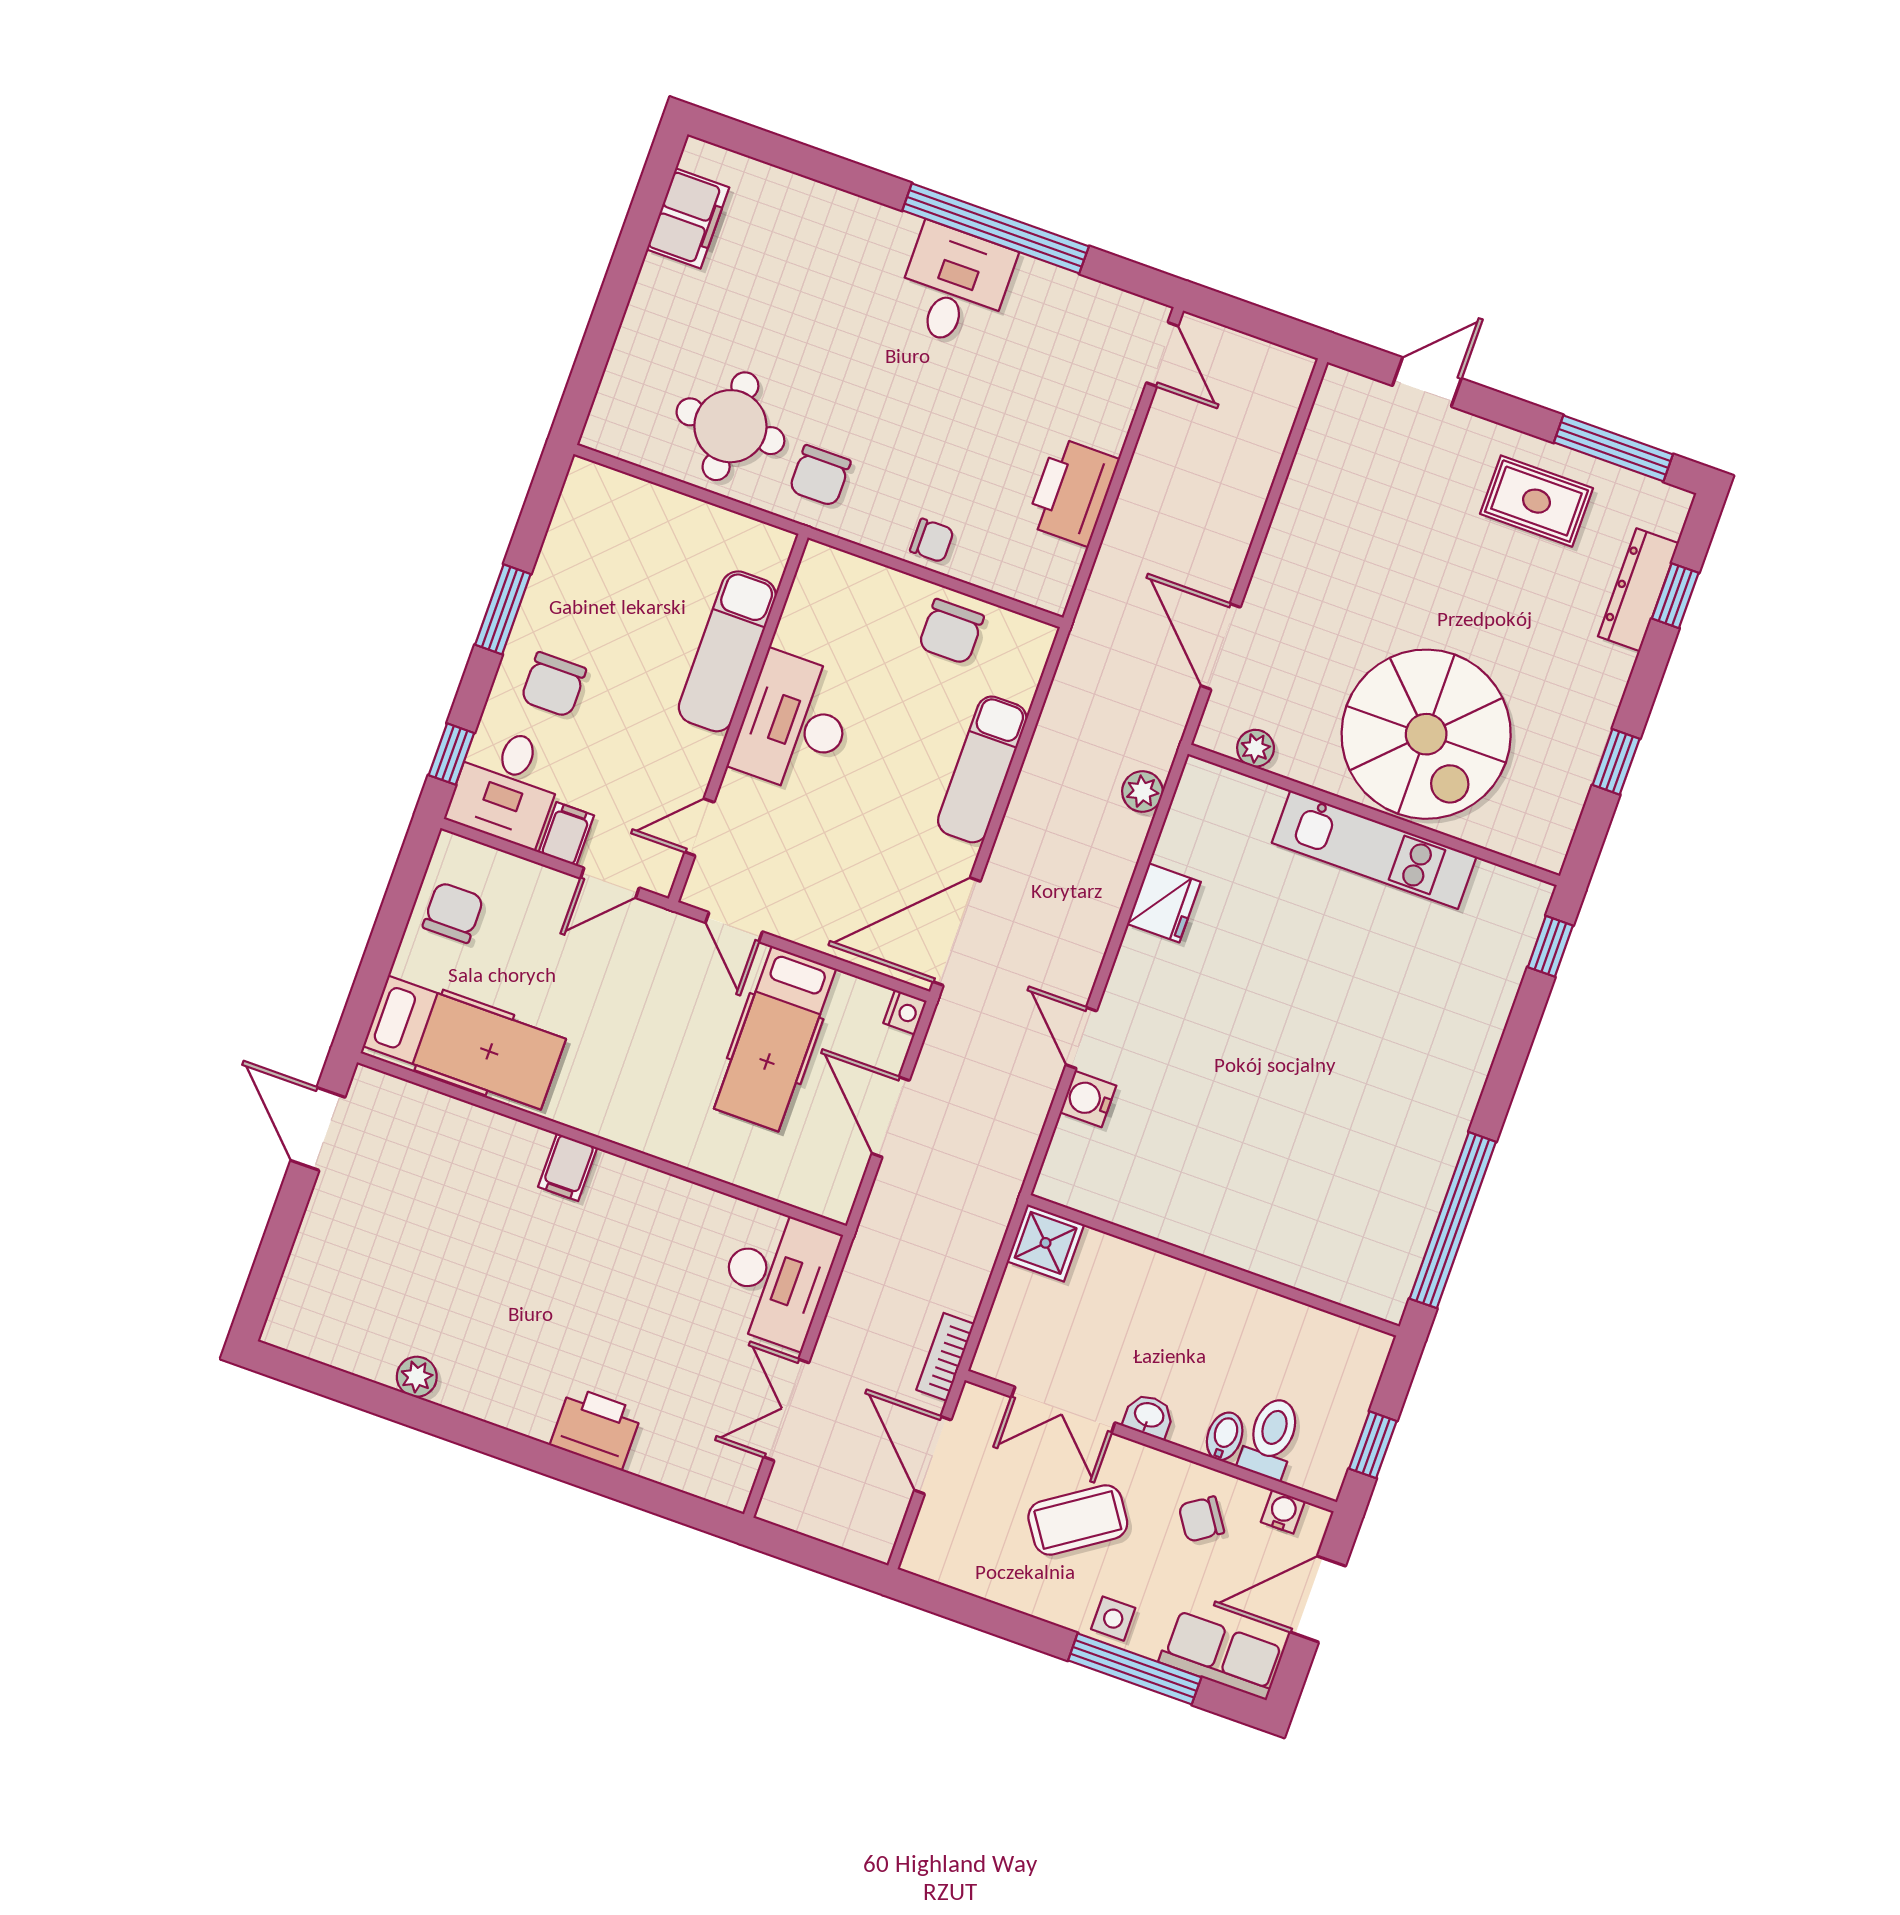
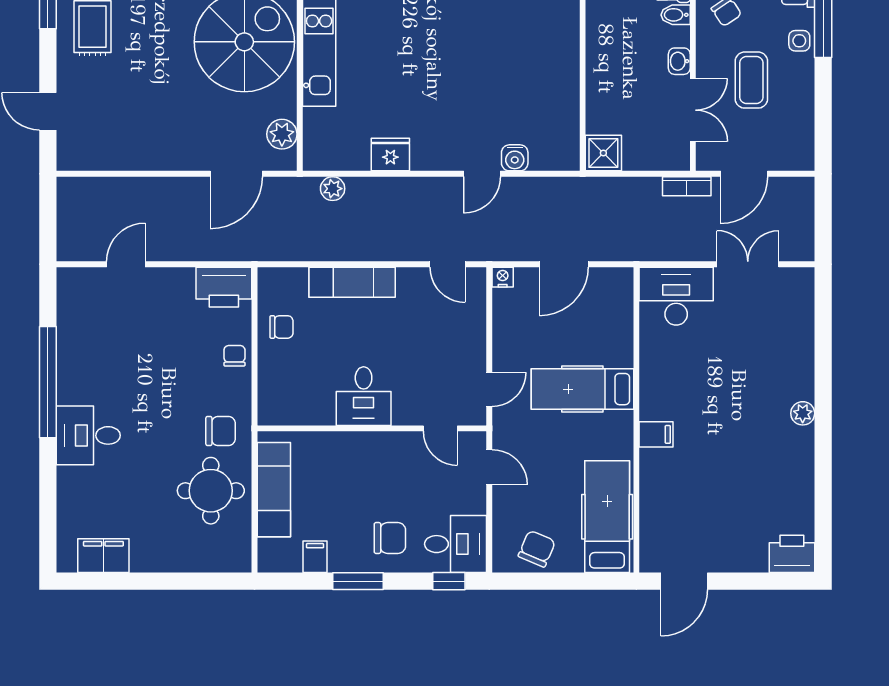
desk: (954, 286) -> (88, 435), moved
door: (1162, 354) -> (126, 264), moved
printer: (1072, 492) -> (224, 287), moved
chair: (951, 632) -> (281, 327), width x0.73, depth x0.73
exam couch: (727, 651) -> (274, 490), moved, turned -90
desk: (794, 723) -> (364, 396), width x0.73
plant: (1256, 748) -> (282, 134), width x1.38, depth x1.38
filing cabinet: (566, 834) -> (315, 557), moved, turned 90
chair: (453, 912) -> (537, 549), turned 113
door: (957, 932) -> (447, 264), width x0.53
hospital bed: (775, 1039) -> (582, 389), moved, turned 180
plant: (417, 1377) -> (803, 413), moved
double door: (786, 1410) -> (748, 264), swing flipped
printer: (596, 1428) -> (792, 554), moved, turned 90
coffee table: (1078, 1520) -> (751, 80), turned 34

